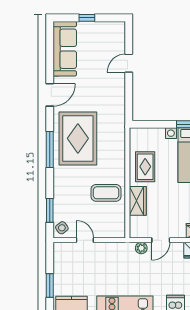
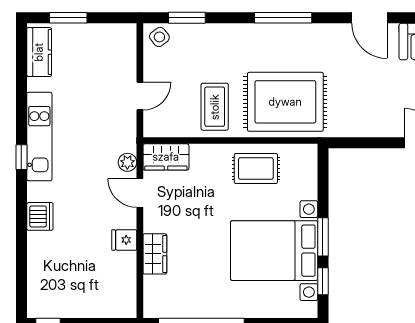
rug: (78, 138) -> (285, 102), moved
wardrobe: (138, 201) -> (166, 157), moved
door: (85, 240) -> (140, 96), moved

